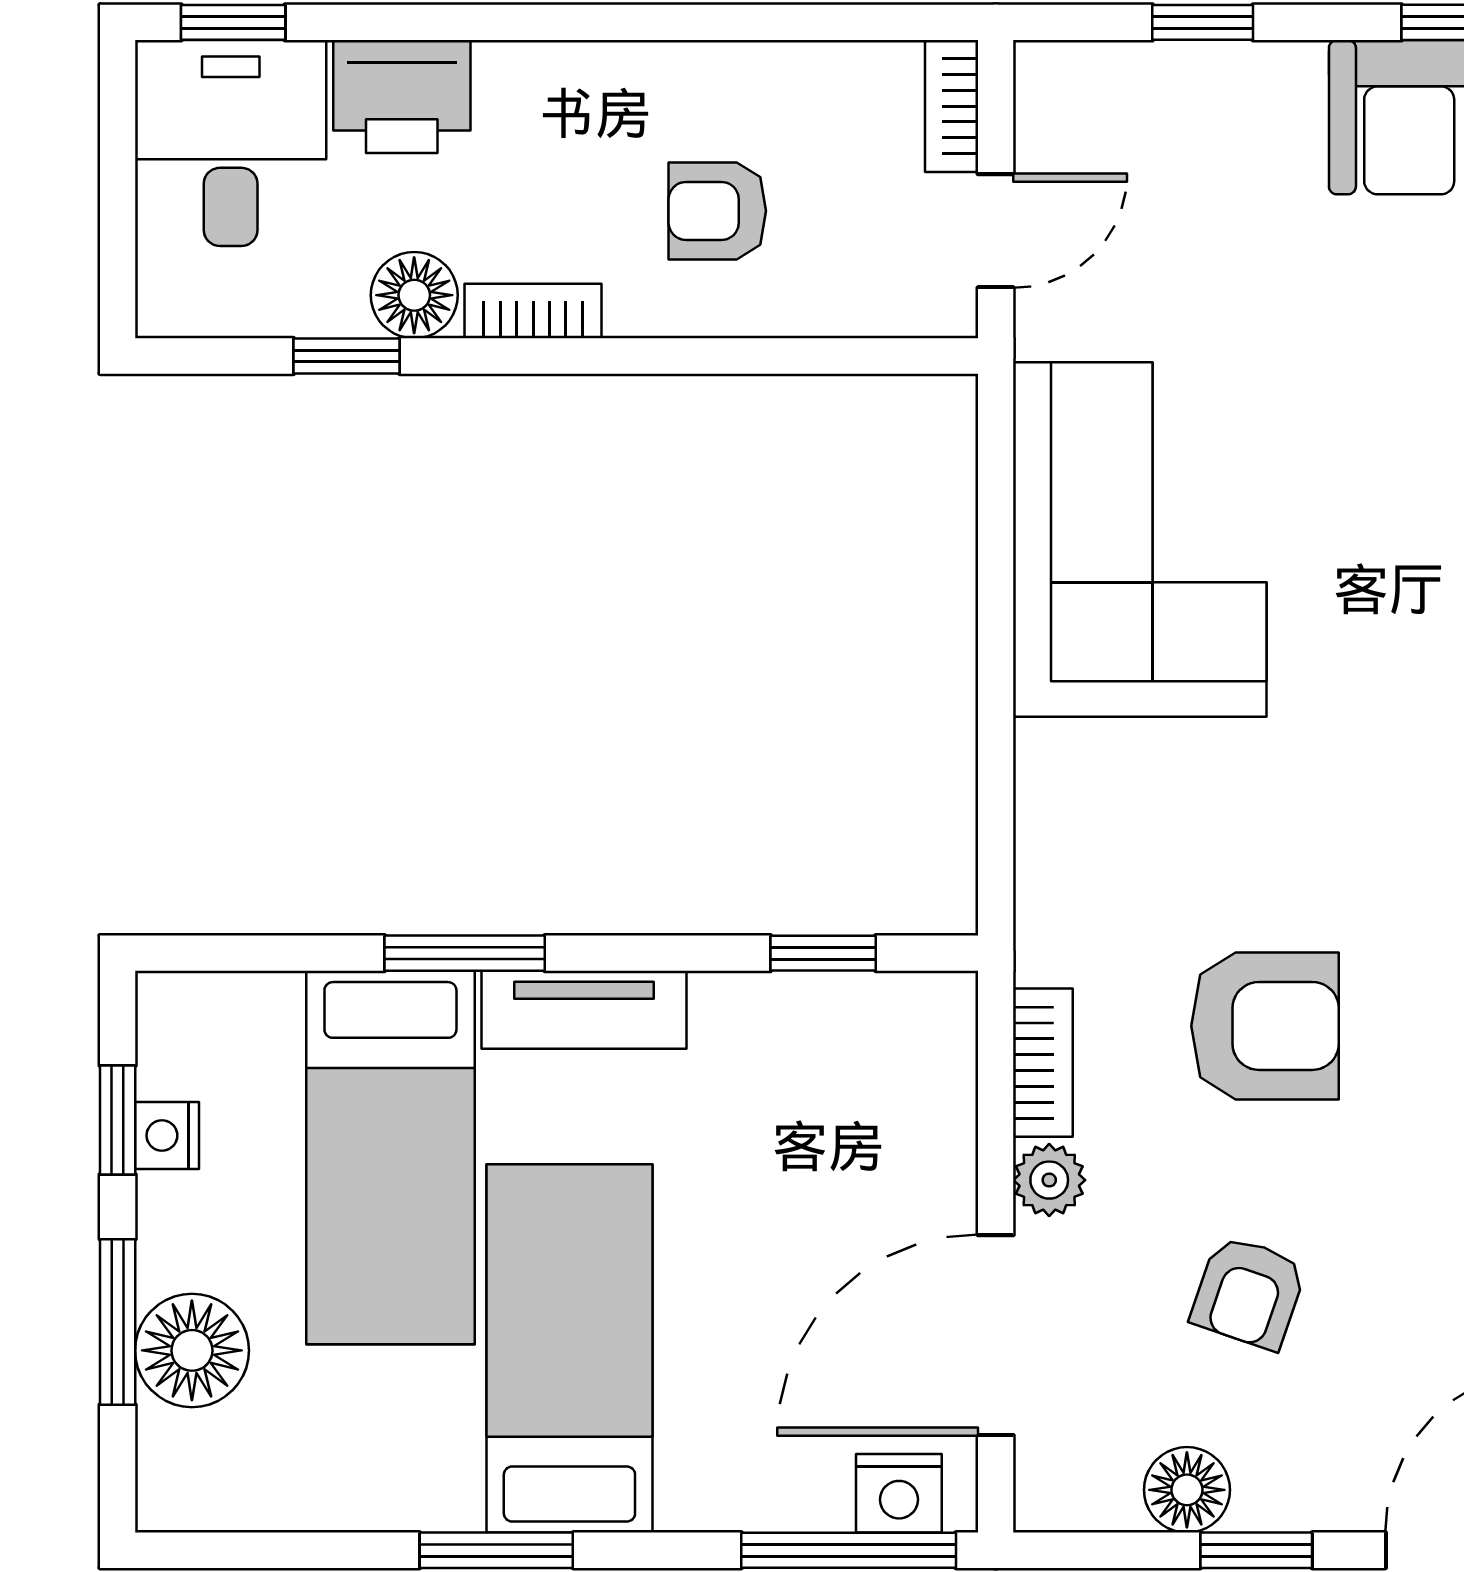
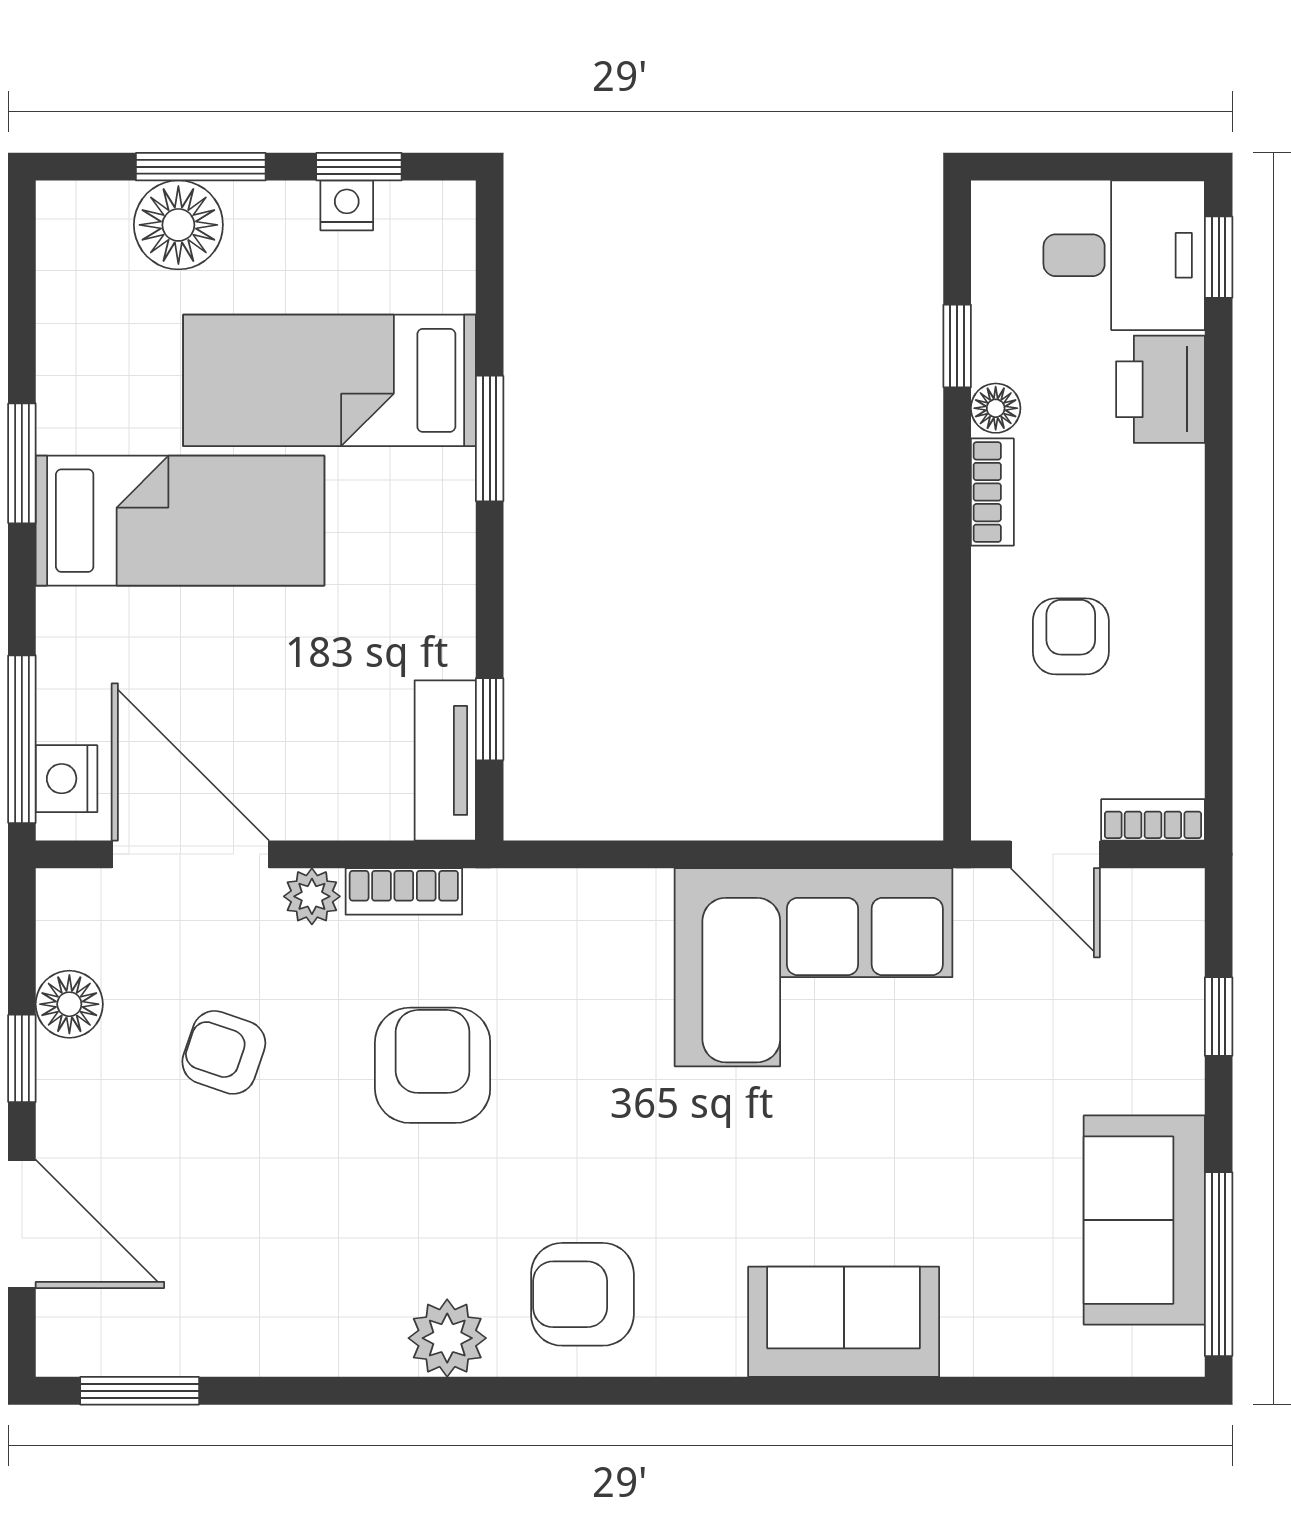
floor lamp: (414, 295) -> (996, 408), width x0.73, depth x0.73
tv unit: (584, 1010) -> (445, 760), moved
armchair: (1265, 1026) -> (433, 1065), turned 180

